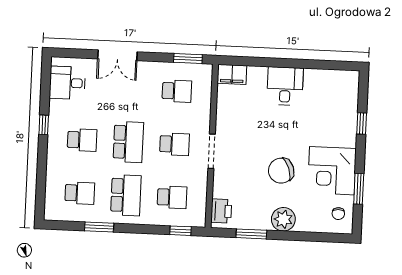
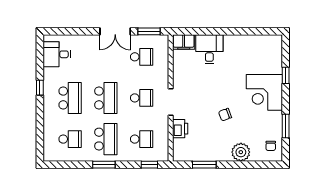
double door: (117, 55) -> (115, 31), moved
desk: (285, 86) -> (209, 49), moved
school desk: (82, 140) -> (70, 98), width x1.85
chair: (281, 171) -> (225, 115), width x0.54, depth x0.54
corner desk: (332, 171) -> (264, 92), moved
printer: (221, 211) -> (180, 129), moved
plant: (283, 219) -> (241, 152), moved
window: (99, 227) -> (104, 165), moved

